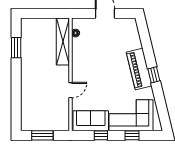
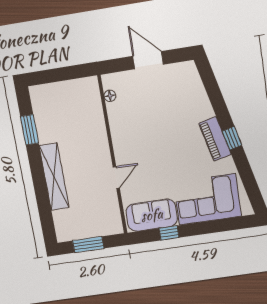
shelving: (63, 42) -> (54, 177), moved
piano: (139, 69) -> (215, 139), width x0.73, depth x0.75
window: (132, 135) -> (212, 227), removed

